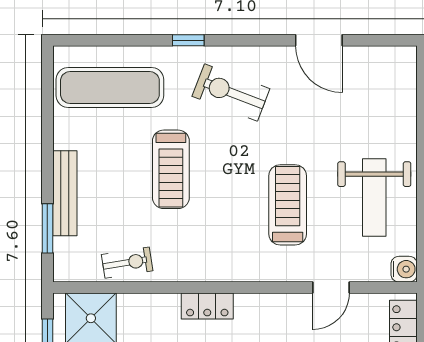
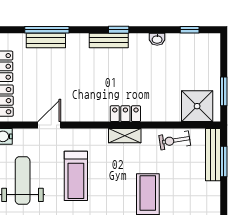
bench: (65, 193) -> (213, 155), moved
shelving: (208, 270) -> (125, 136), added

